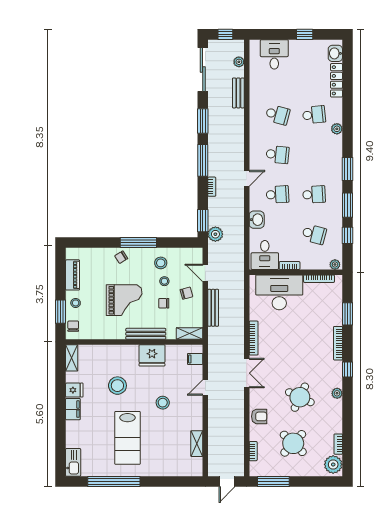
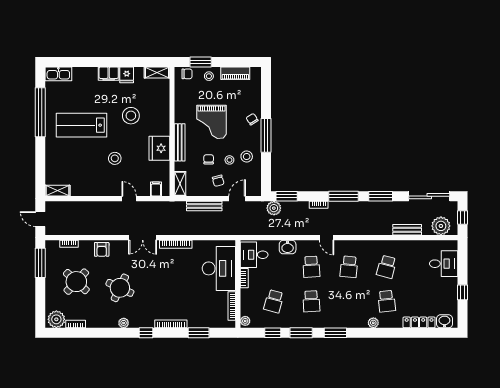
plant: (239, 62) -> (441, 226), width x1.88, depth x1.88
shelving: (197, 444) -> (57, 191), moved

